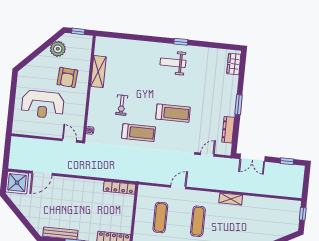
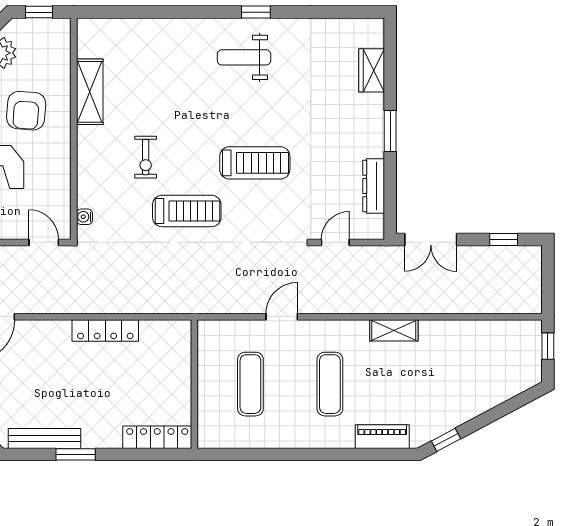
wardrobe: (234, 64) -> (372, 70), moved
locker: (119, 188) -> (105, 330), moved

